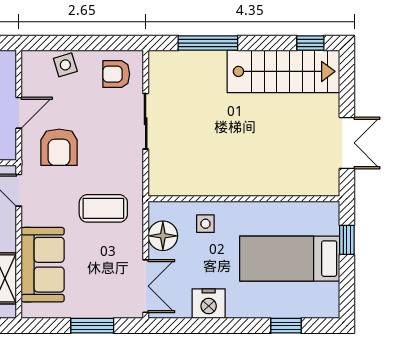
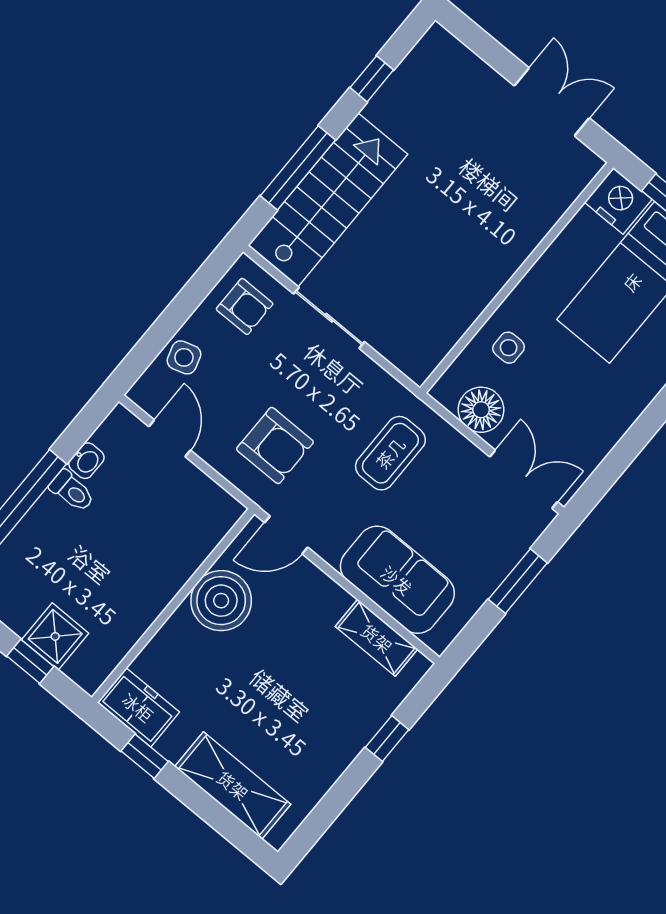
window: (310, 43) -> (372, 79), moved
stairs: (283, 71) -> (328, 200), moved
armchair: (116, 74) -> (245, 306), turned -90
door: (19, 113) -> (170, 438), moved
nightstand: (209, 304) -> (618, 201), moved, turned -90

